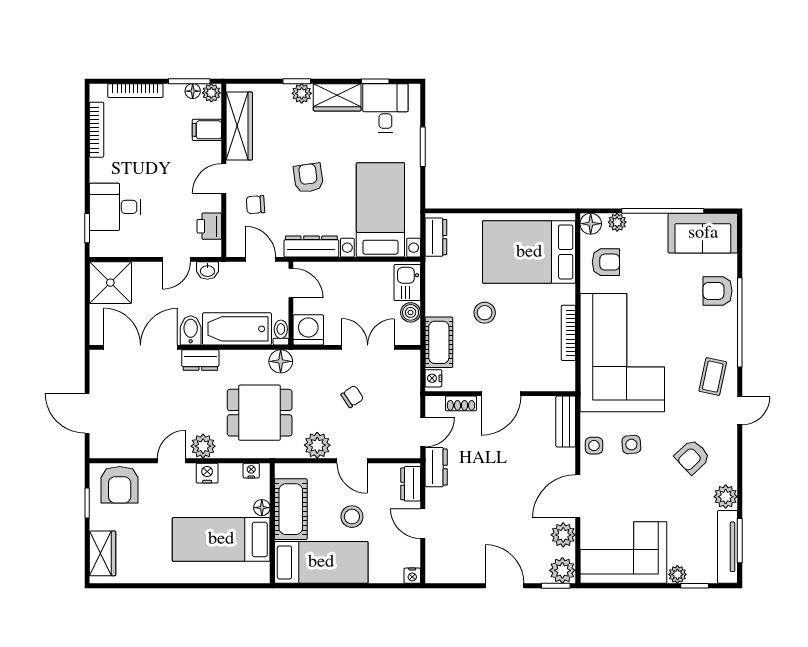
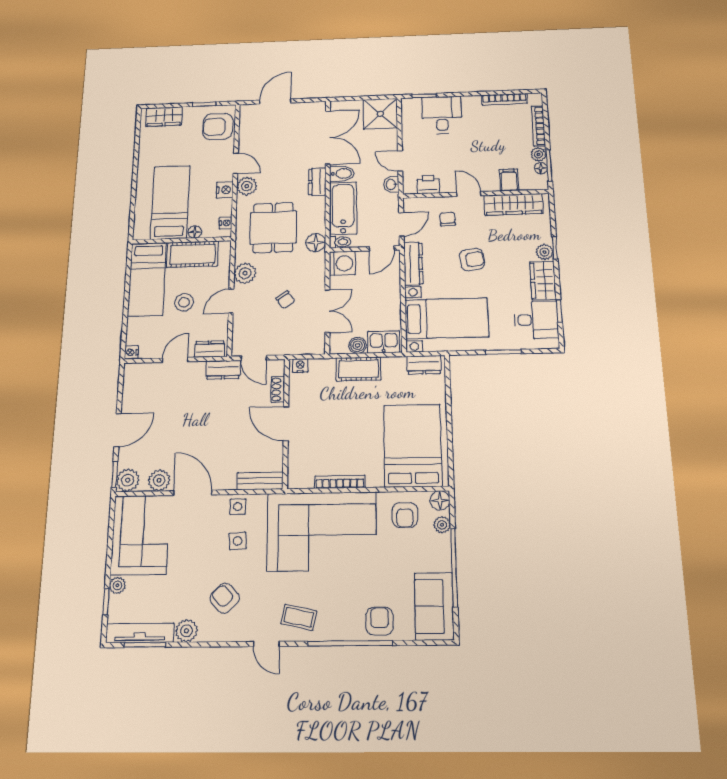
plant: (211, 93) -> (539, 154), moved
stool: (485, 313) -> (358, 408), removed
cot: (439, 342) -> (359, 369), moved

